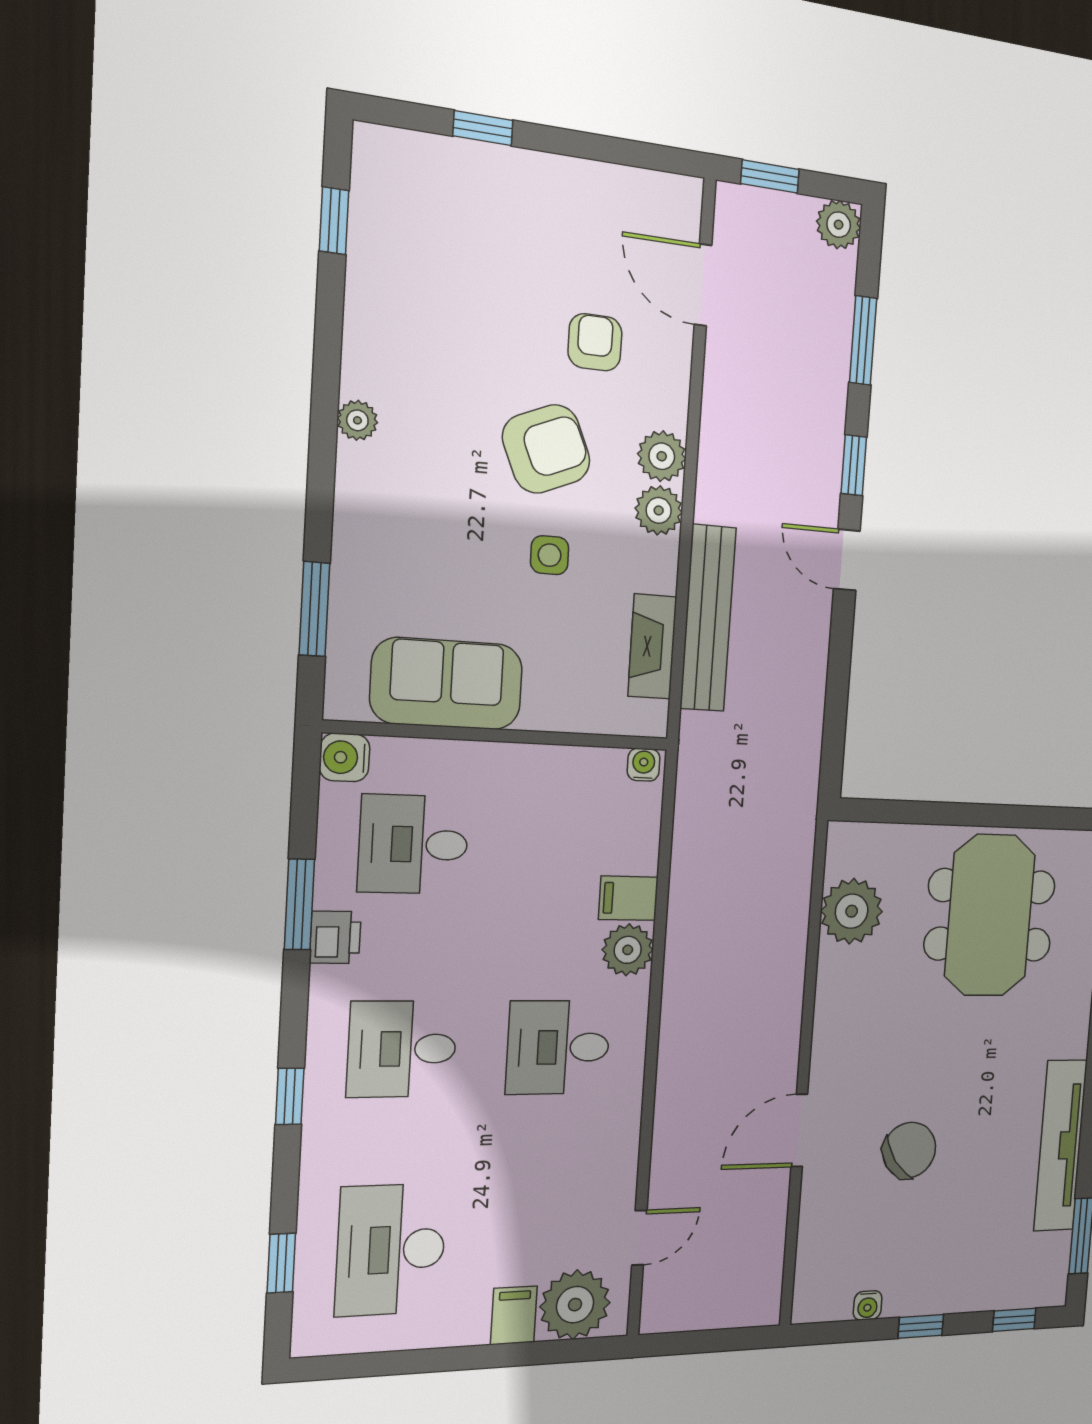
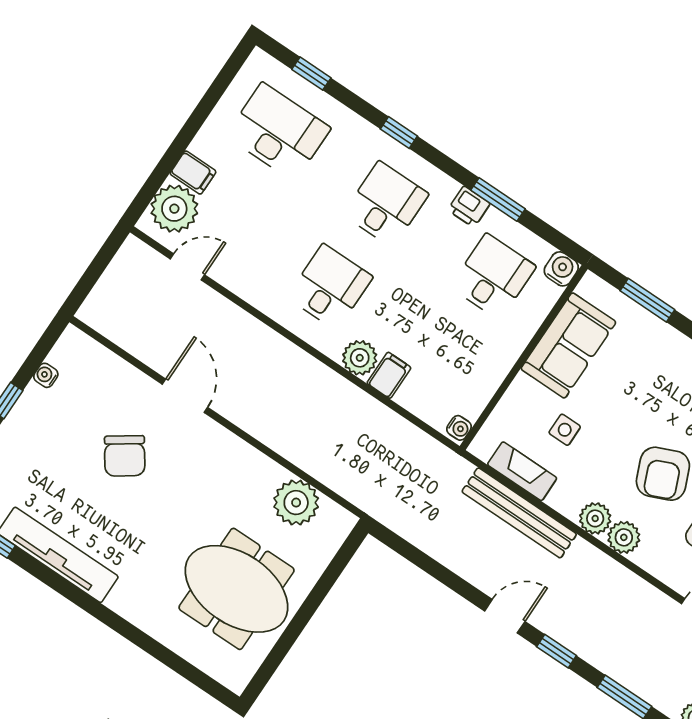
side table: (550, 555) -> (565, 430), moved
door: (639, 1238) -> (187, 267), swing flipped

